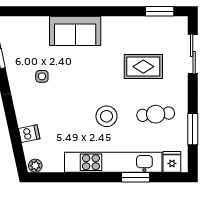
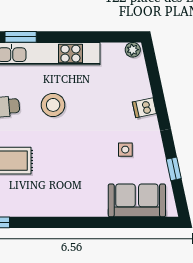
sofa: (75, 31) -> (137, 200), moved
dishwasher: (29, 134) -> (144, 108), moved

